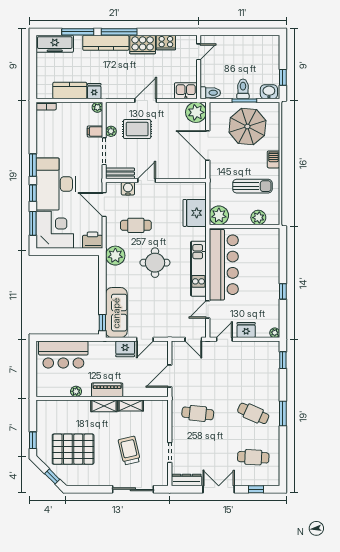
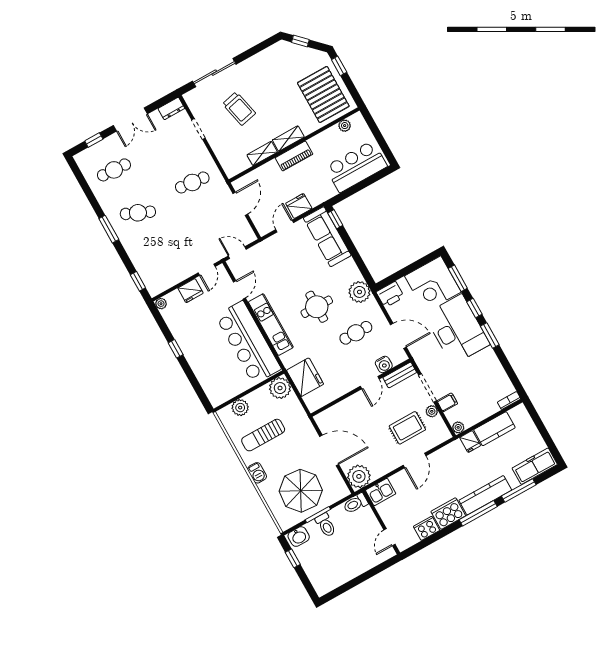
plant: (76, 391) -> (345, 126), moved
pallet: (73, 449) -> (323, 94), moved, turned 90
dresser: (186, 480) -> (171, 108), width x0.70

